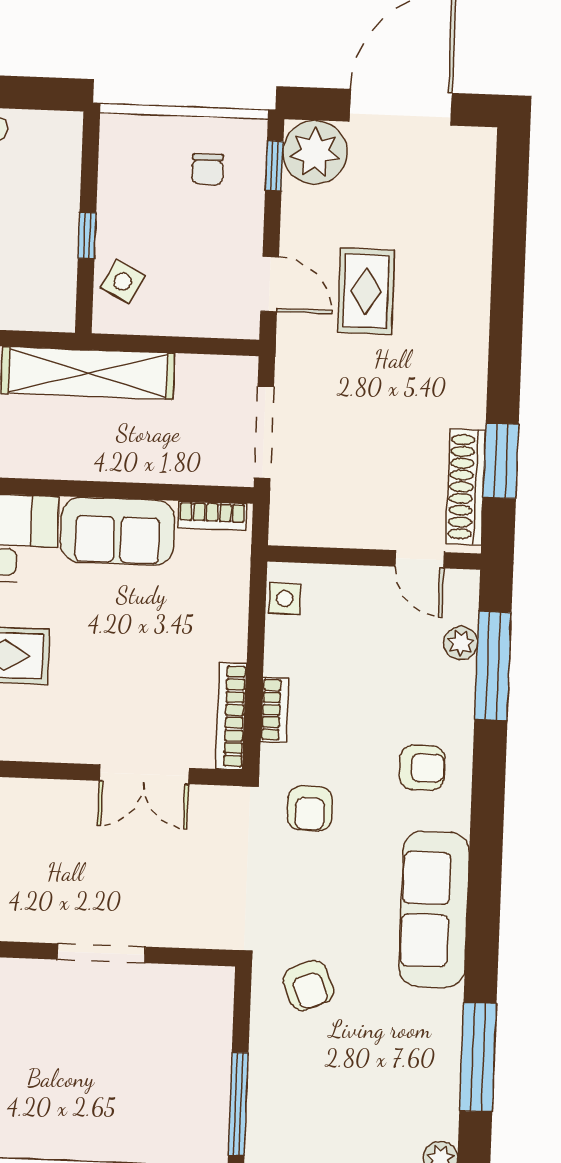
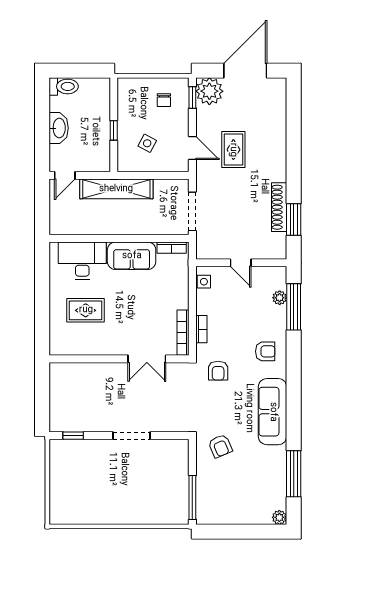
side table: (123, 282) -> (147, 143), moved
shoe rack: (466, 487) -> (279, 207), moved
door: (420, 559) -> (241, 263), moved

